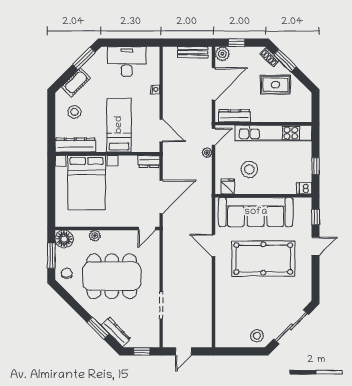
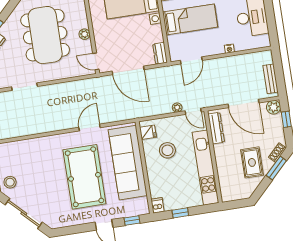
plant: (95, 236) -> (85, 34), moved

